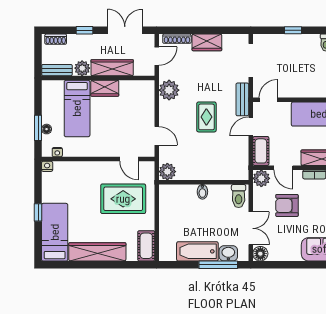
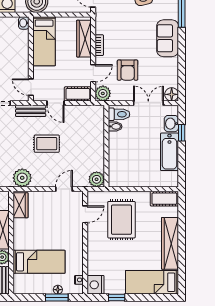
wardrobe: (105, 88) -> (20, 205), moved
nightstand: (47, 166) -> (96, 285), width x1.89, depth x1.79
bidet: (202, 192) -> (115, 126), moved
window: (38, 212) -> (117, 297), moved
window: (218, 265) -> (182, 133), width x0.46

